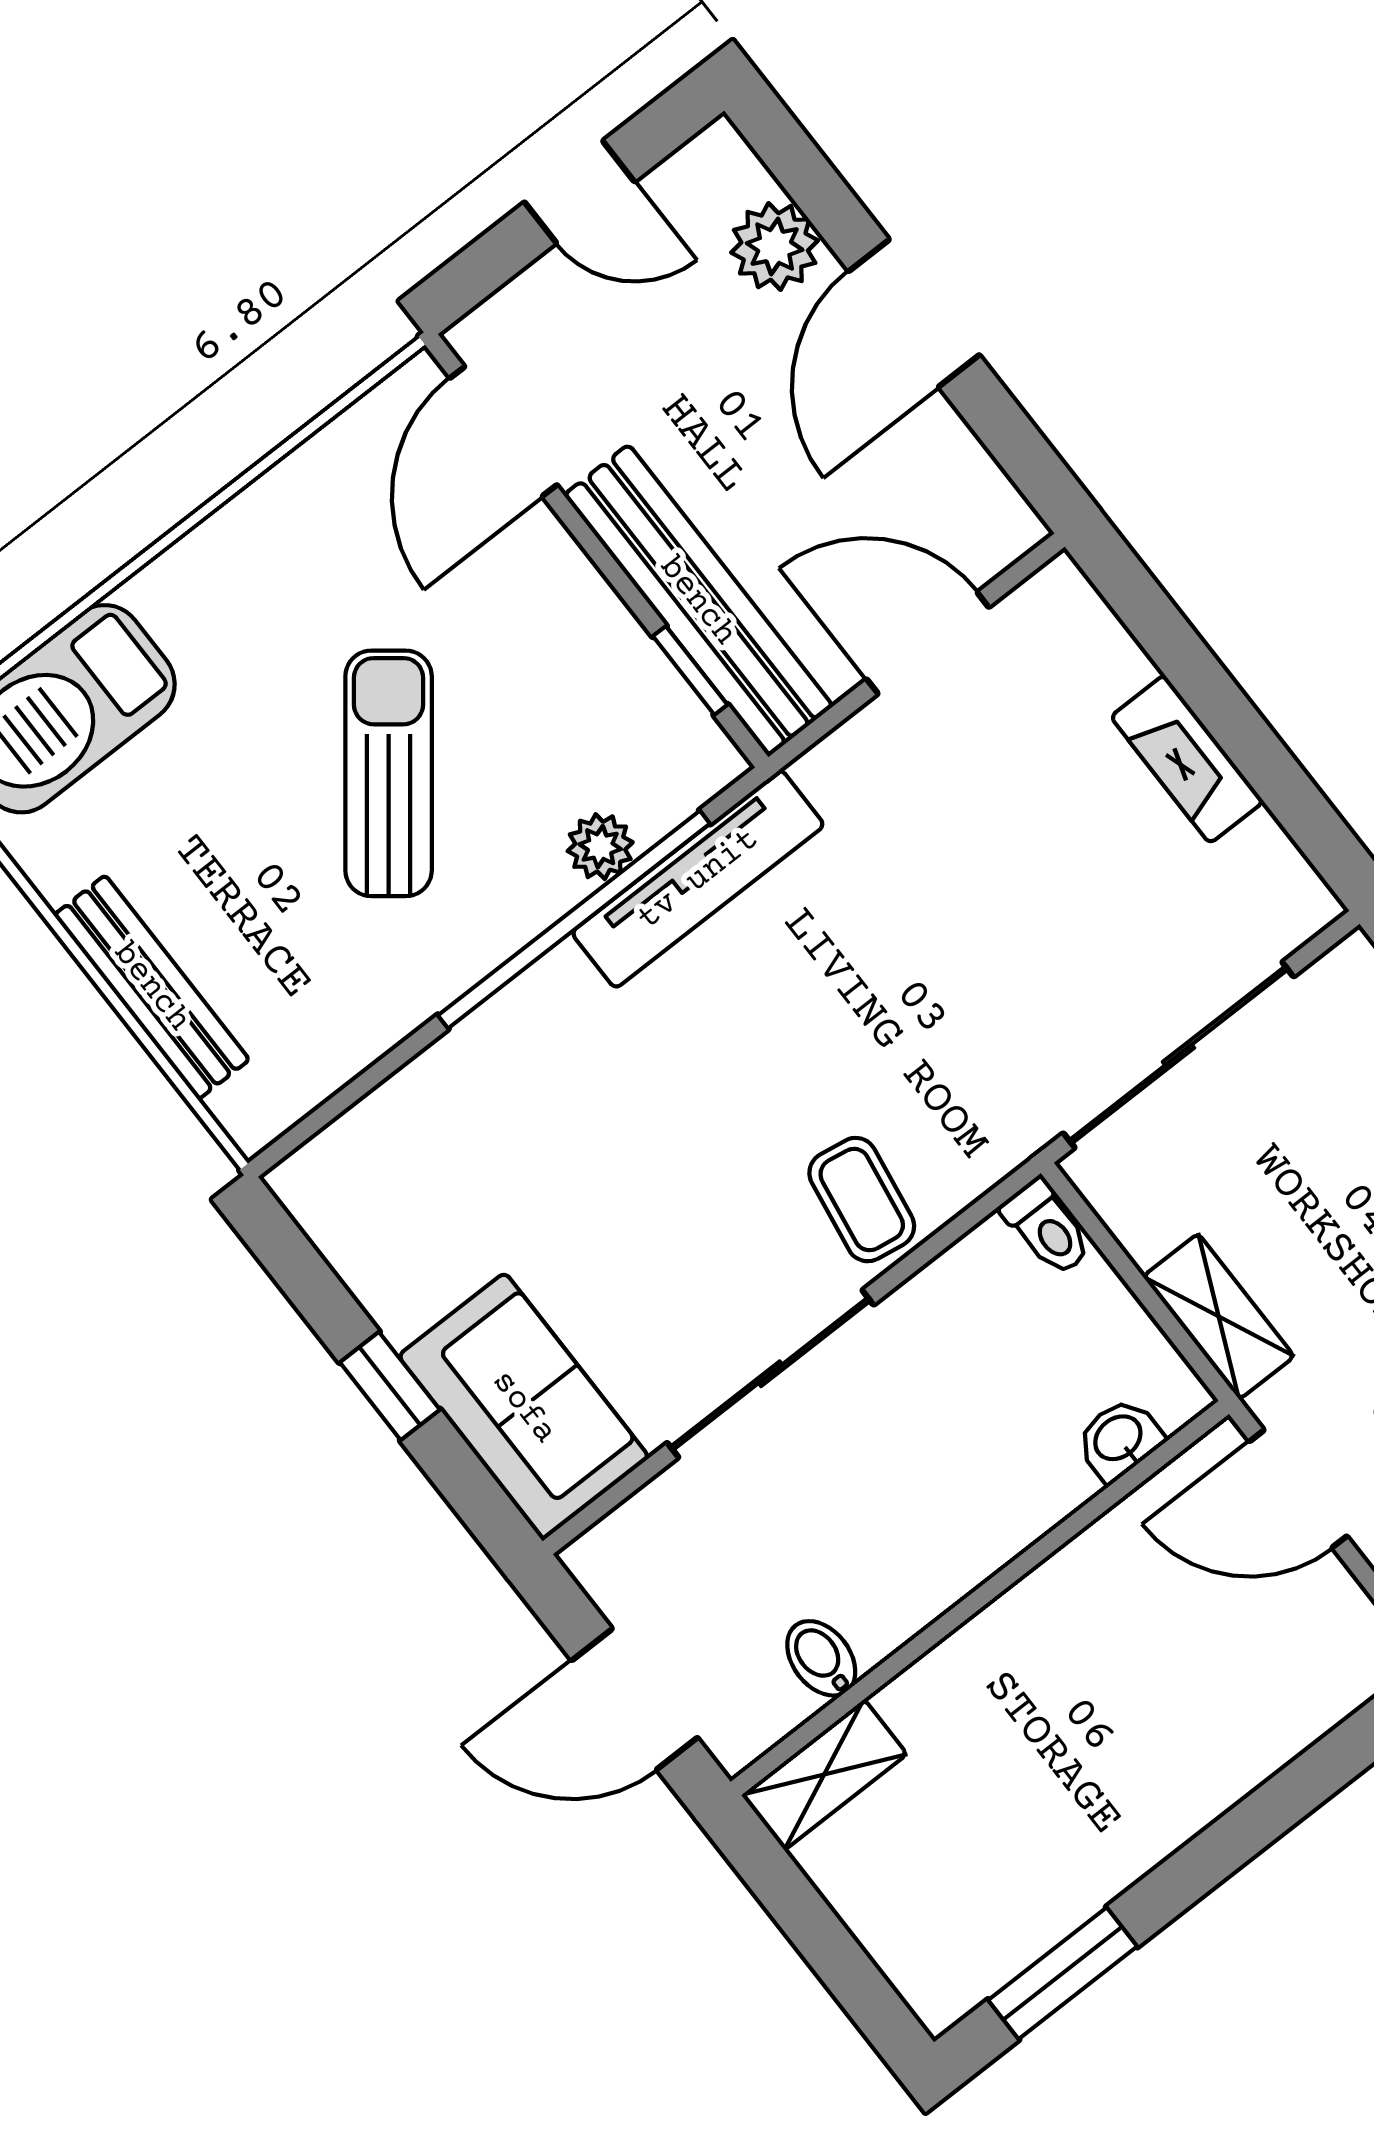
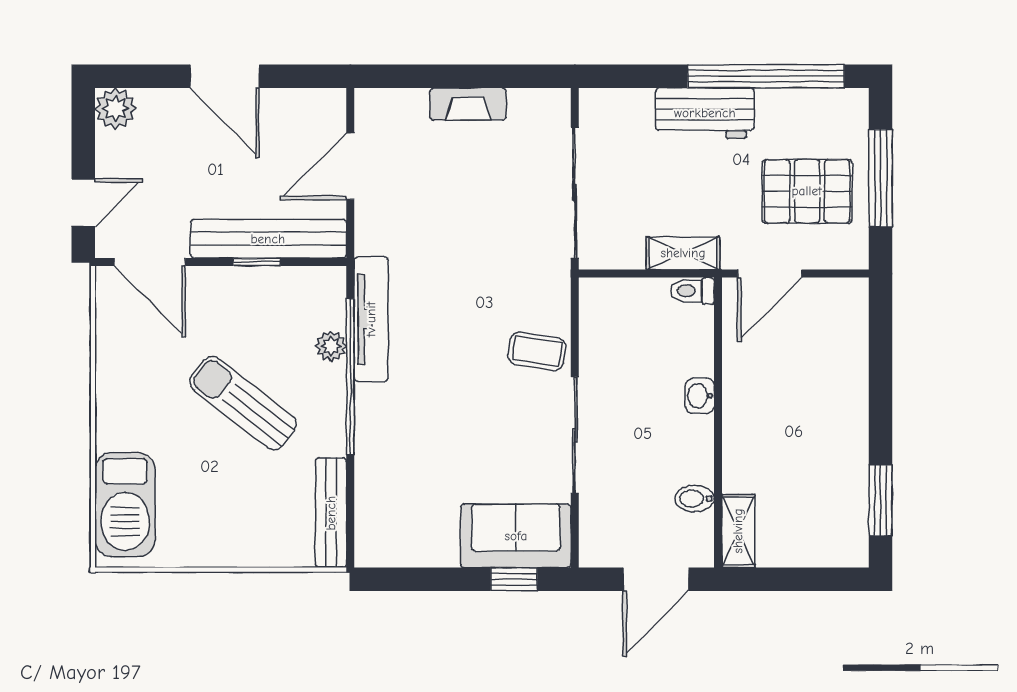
door: (580, 192) -> (83, 202), moved
plant: (775, 246) -> (116, 108), moved
window: (690, 670) -> (257, 262), moved
bench: (152, 987) -> (331, 513), moved, turned 90
toilet: (1047, 1227) -> (692, 291), moved, turned 180
window: (390, 1386) -> (514, 579), moved
washbasin: (1119, 1439) -> (700, 396), moved

